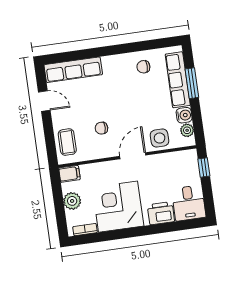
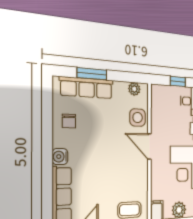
water cooler: (184, 115) -> (60, 157), moved, turned -90
chair: (101, 128) -> (122, 174), removed
window: (204, 167) -> (178, 81), moved

